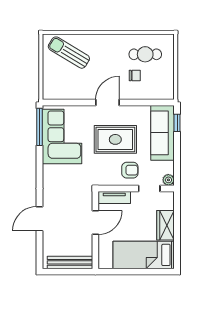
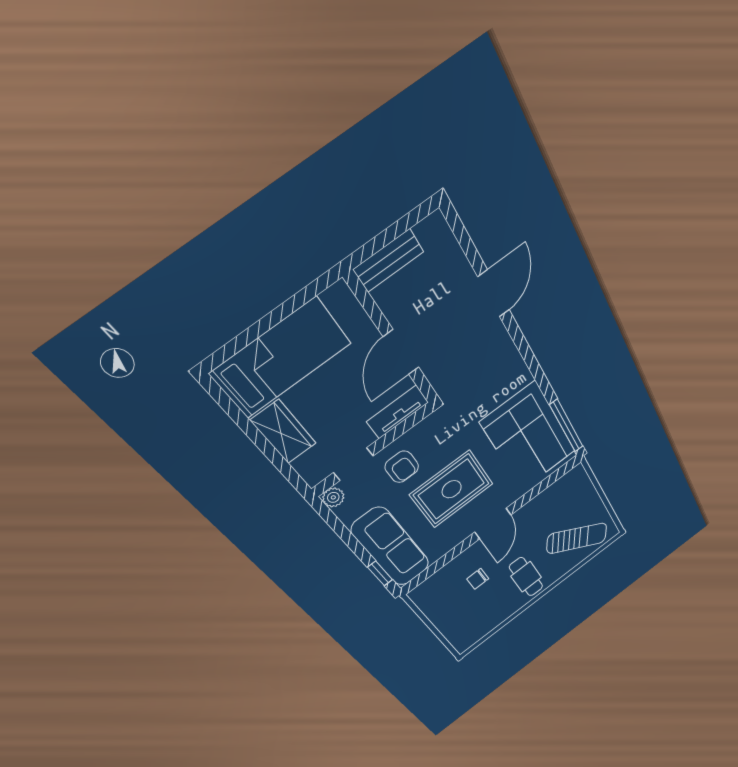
cafe table: (145, 54) -> (526, 577), moved, turned 90
armchair: (130, 170) -> (402, 467), turned -90
bench: (70, 262) -> (389, 260), width x0.73

